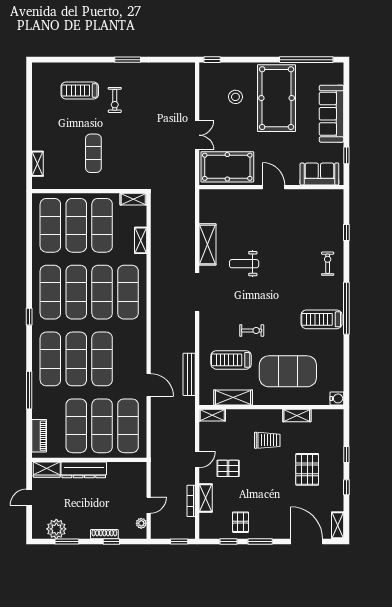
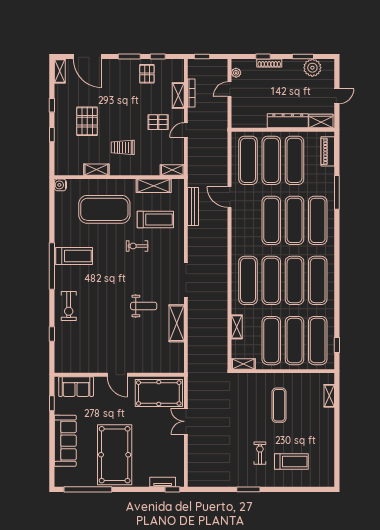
tv unit: (223, 68) -> (163, 482), added
stool: (235, 97) -> (151, 456), removed
exercise bike: (328, 264) -> (69, 306), width x1.38, depth x1.39
window: (29, 317) -> (337, 345), moved

